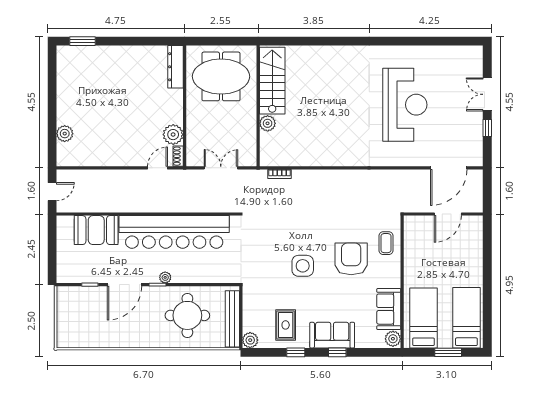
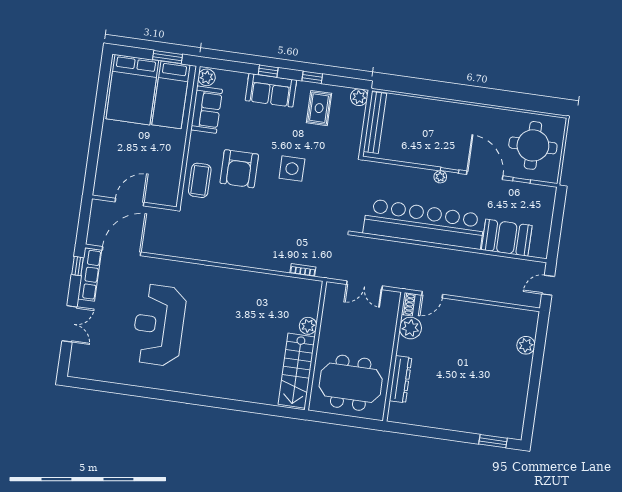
dresser: (176, 67) -> (401, 379), moved
window: (487, 128) -> (78, 266), moved
row of seats: (475, 142) -> (90, 274), added
coffee table: (386, 243) -> (200, 180), width x1.36, depth x1.30
door: (125, 285) -> (485, 175), hinge flipped
round table: (187, 315) -> (533, 145), moved
bed: (466, 318) -> (132, 90), width x1.50
window: (448, 352) -> (168, 57), moved

